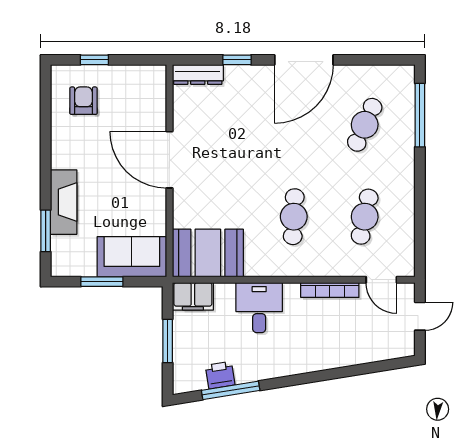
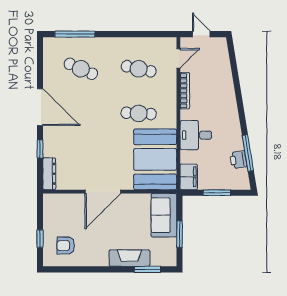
booth: (208, 253) -> (155, 159), width x1.36, depth x1.42

